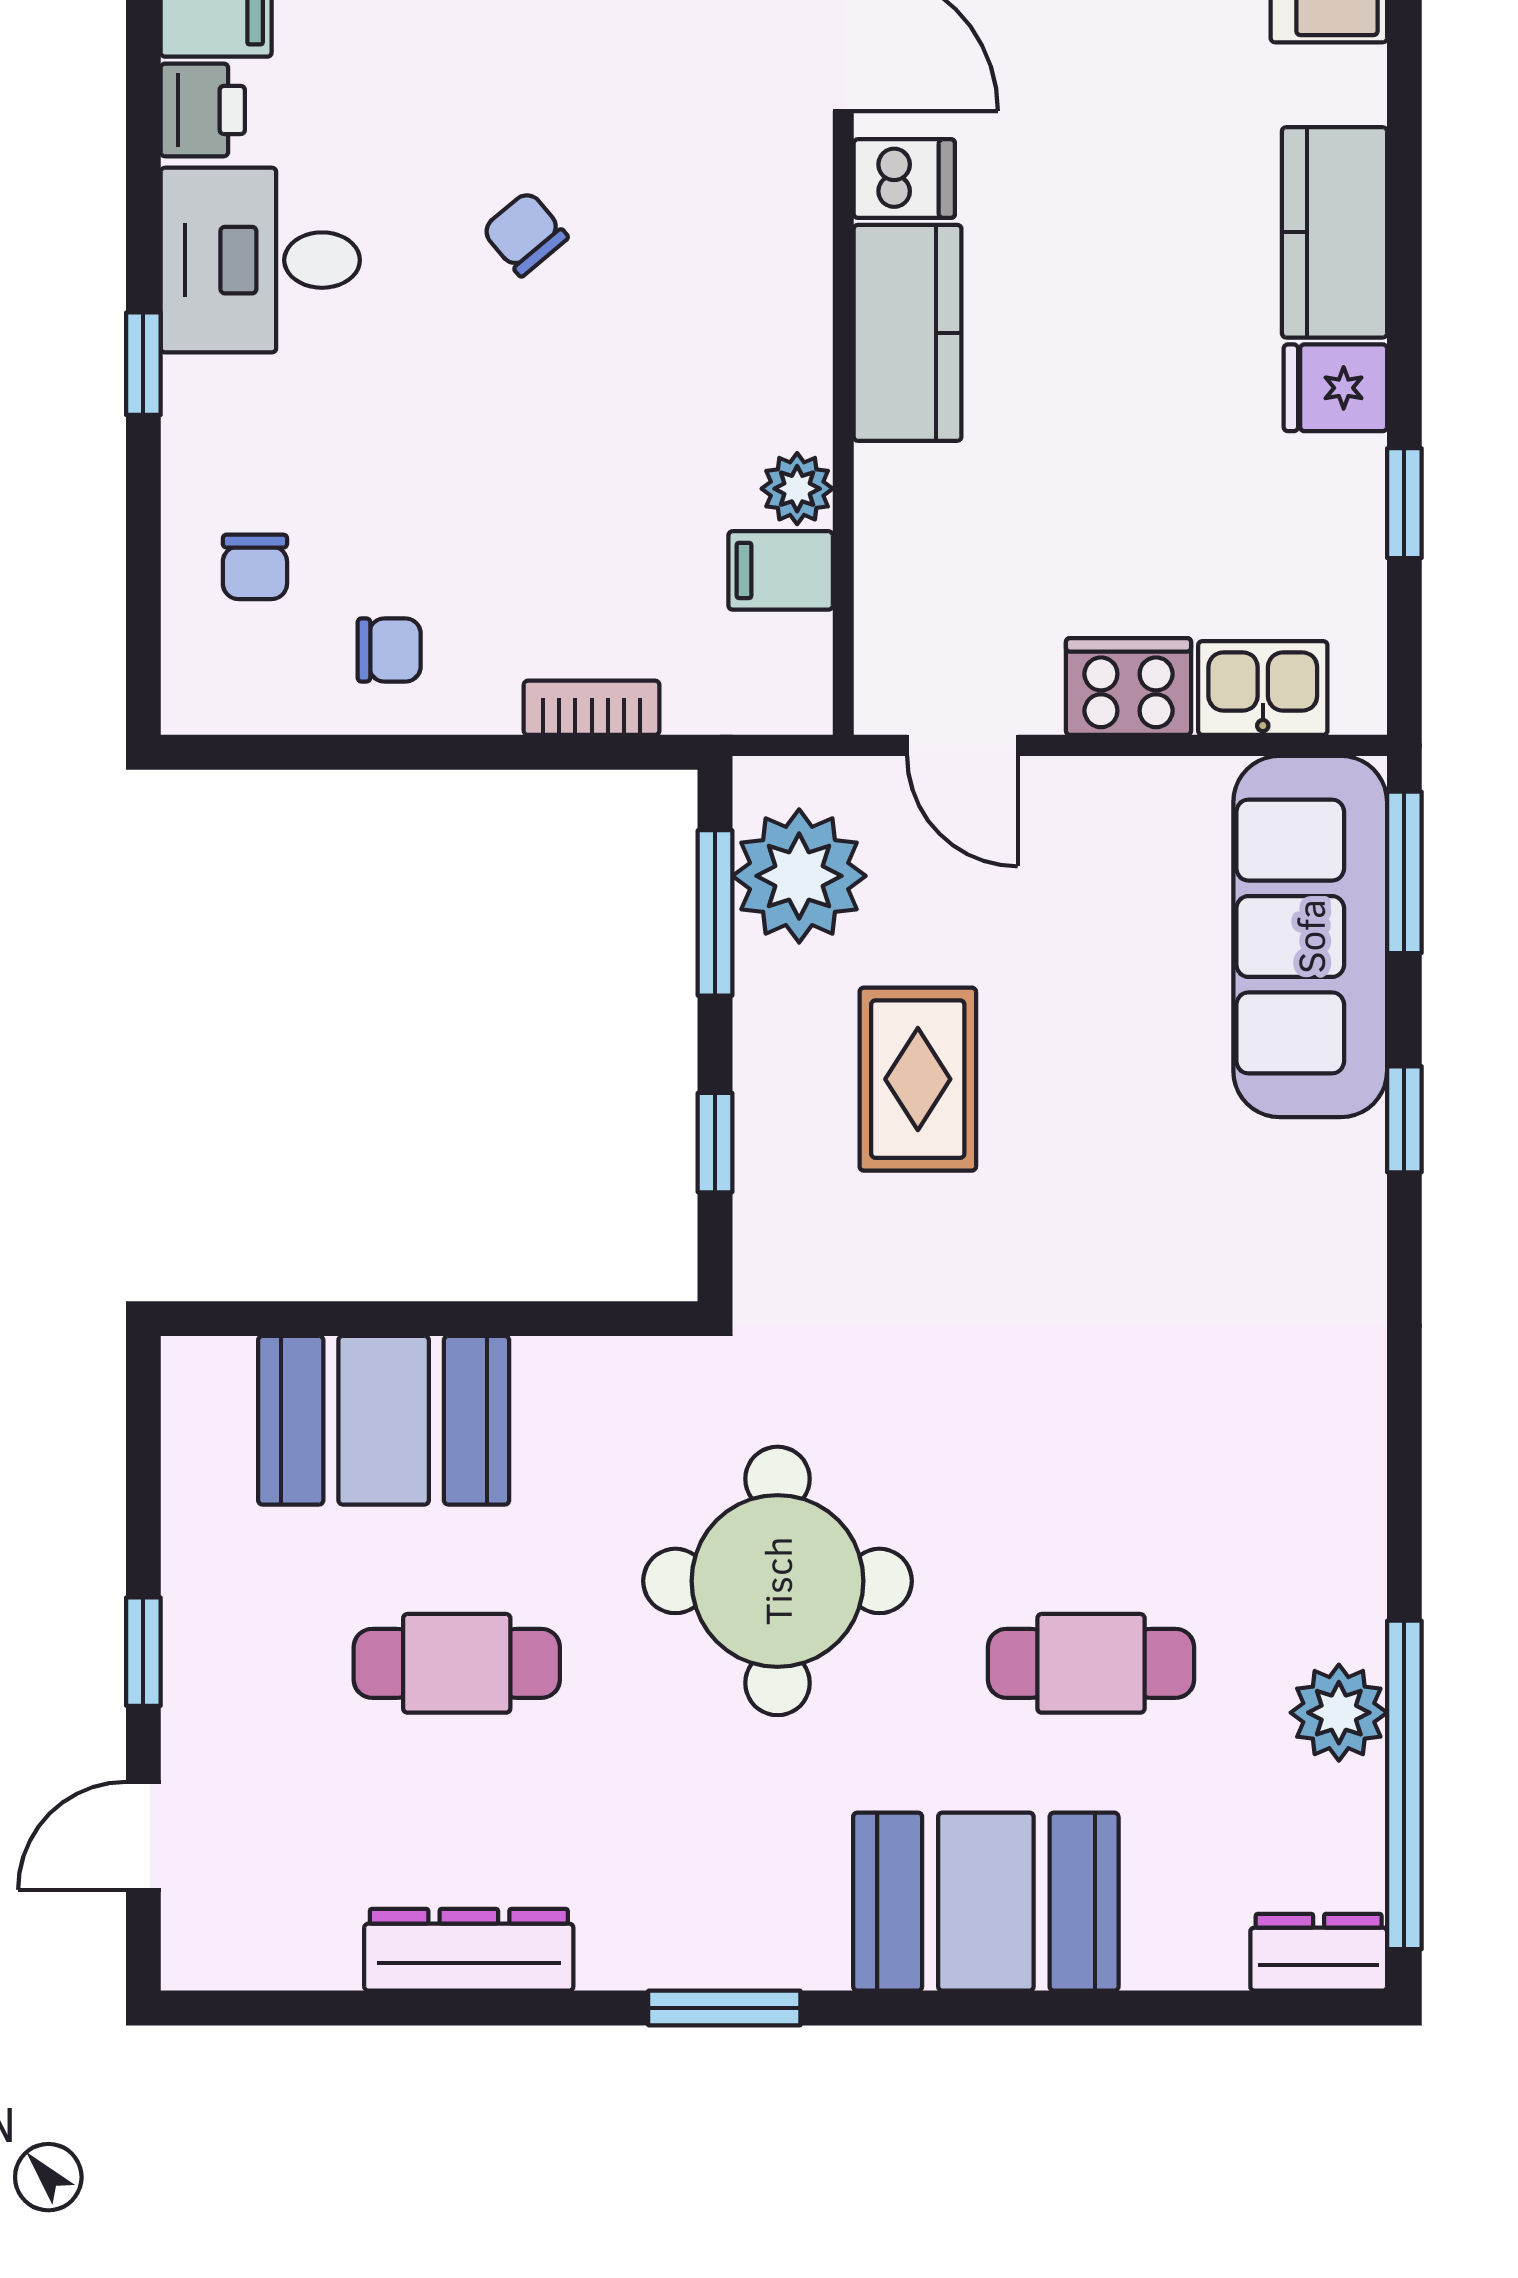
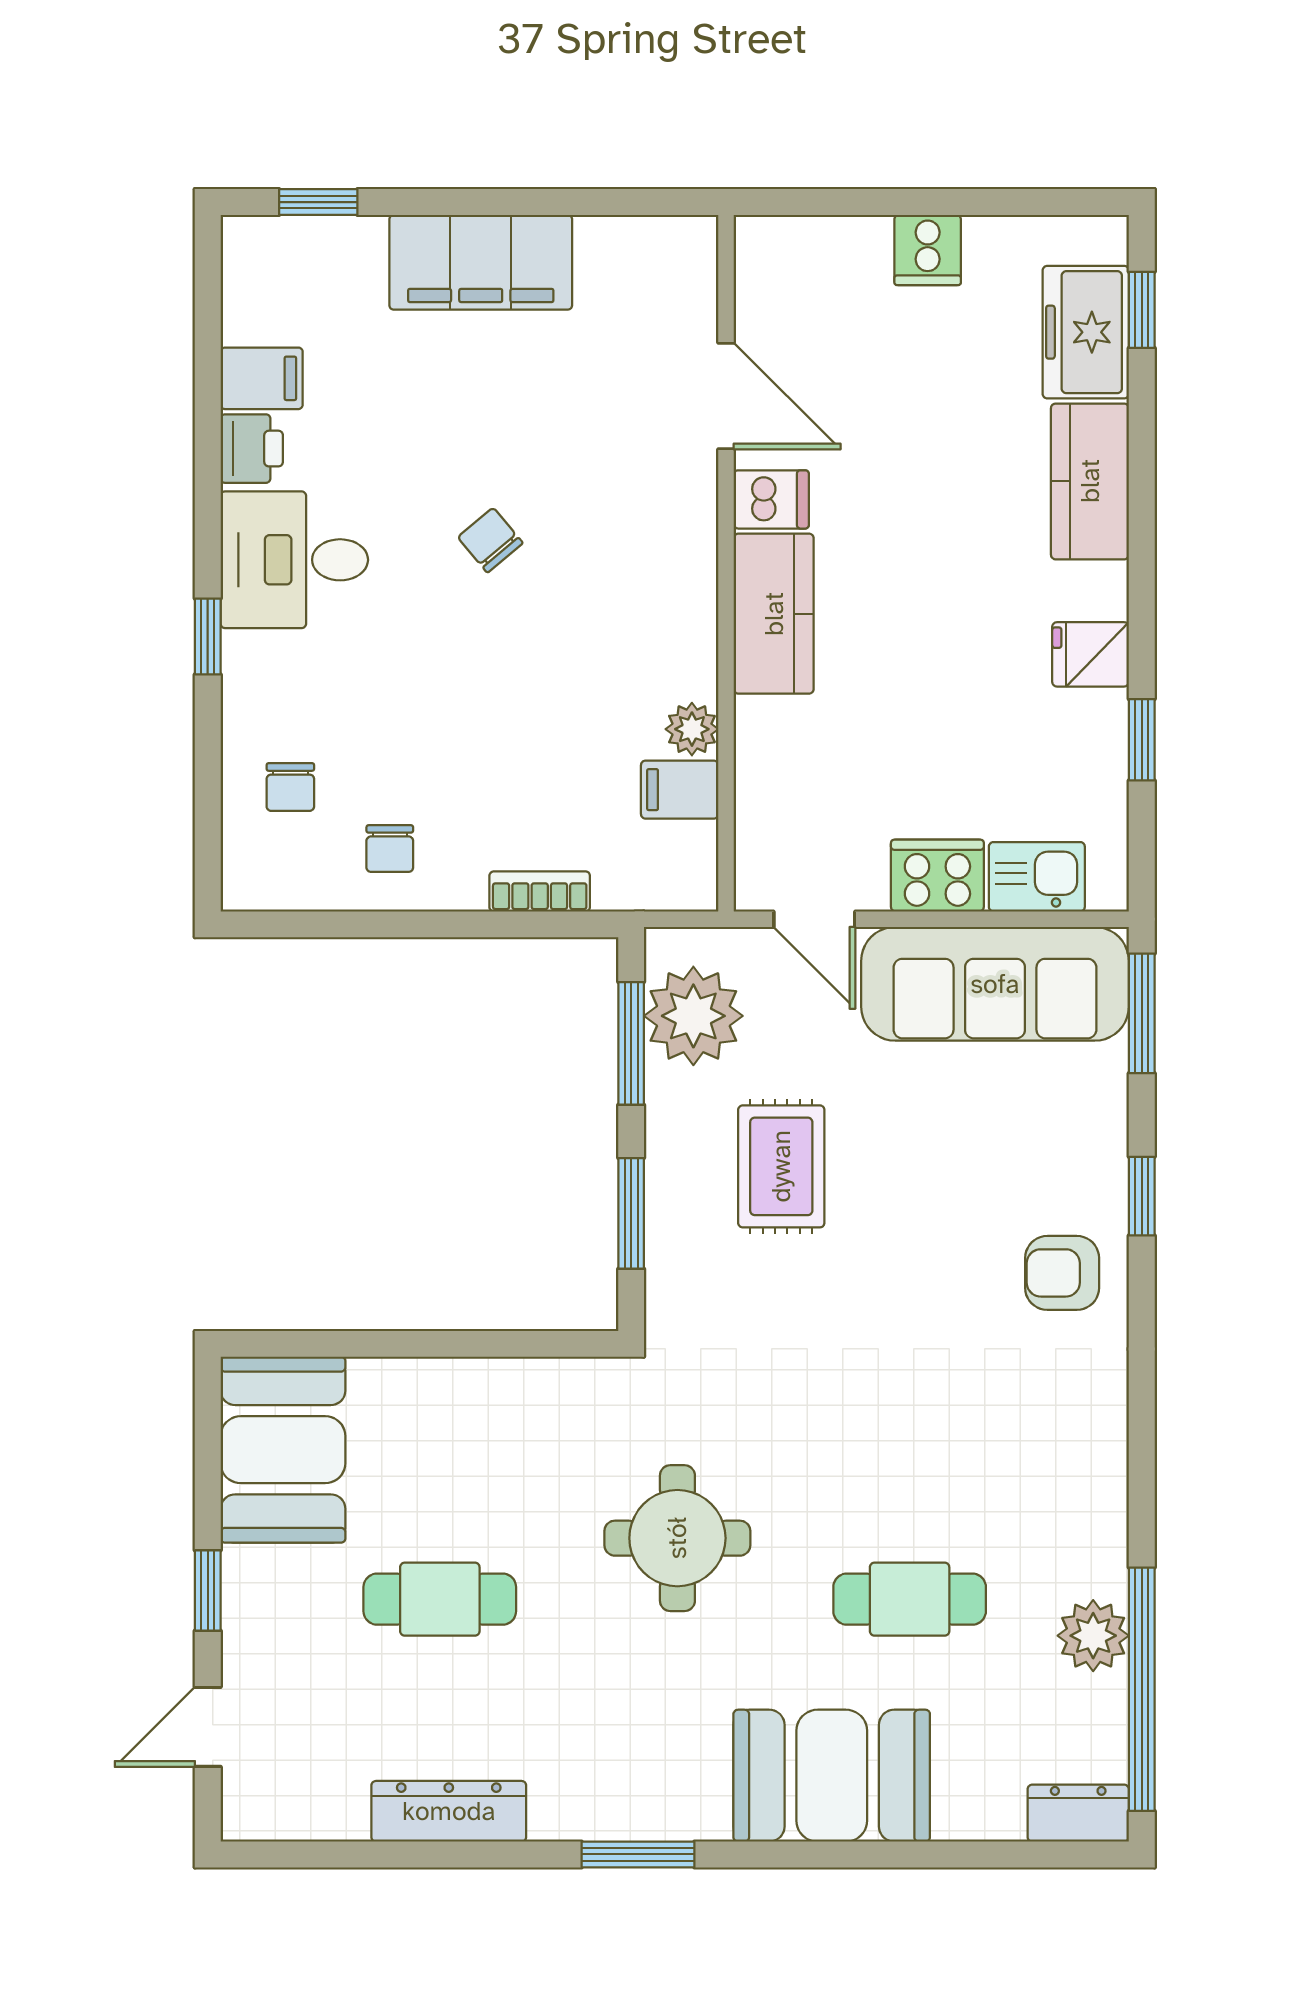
kitchen counter: (1334, 232) -> (1090, 481), moved
chair: (389, 650) -> (390, 849), turned 90
sofa: (1310, 936) -> (995, 984), moved, turned -90
window: (715, 1143) -> (631, 1213), width x1.50
armchair: (1297, 1223) -> (1062, 1273), added
booth: (384, 1420) -> (283, 1450), moved, turned 90
round table: (777, 1581) -> (677, 1538), width x0.73, depth x0.73

